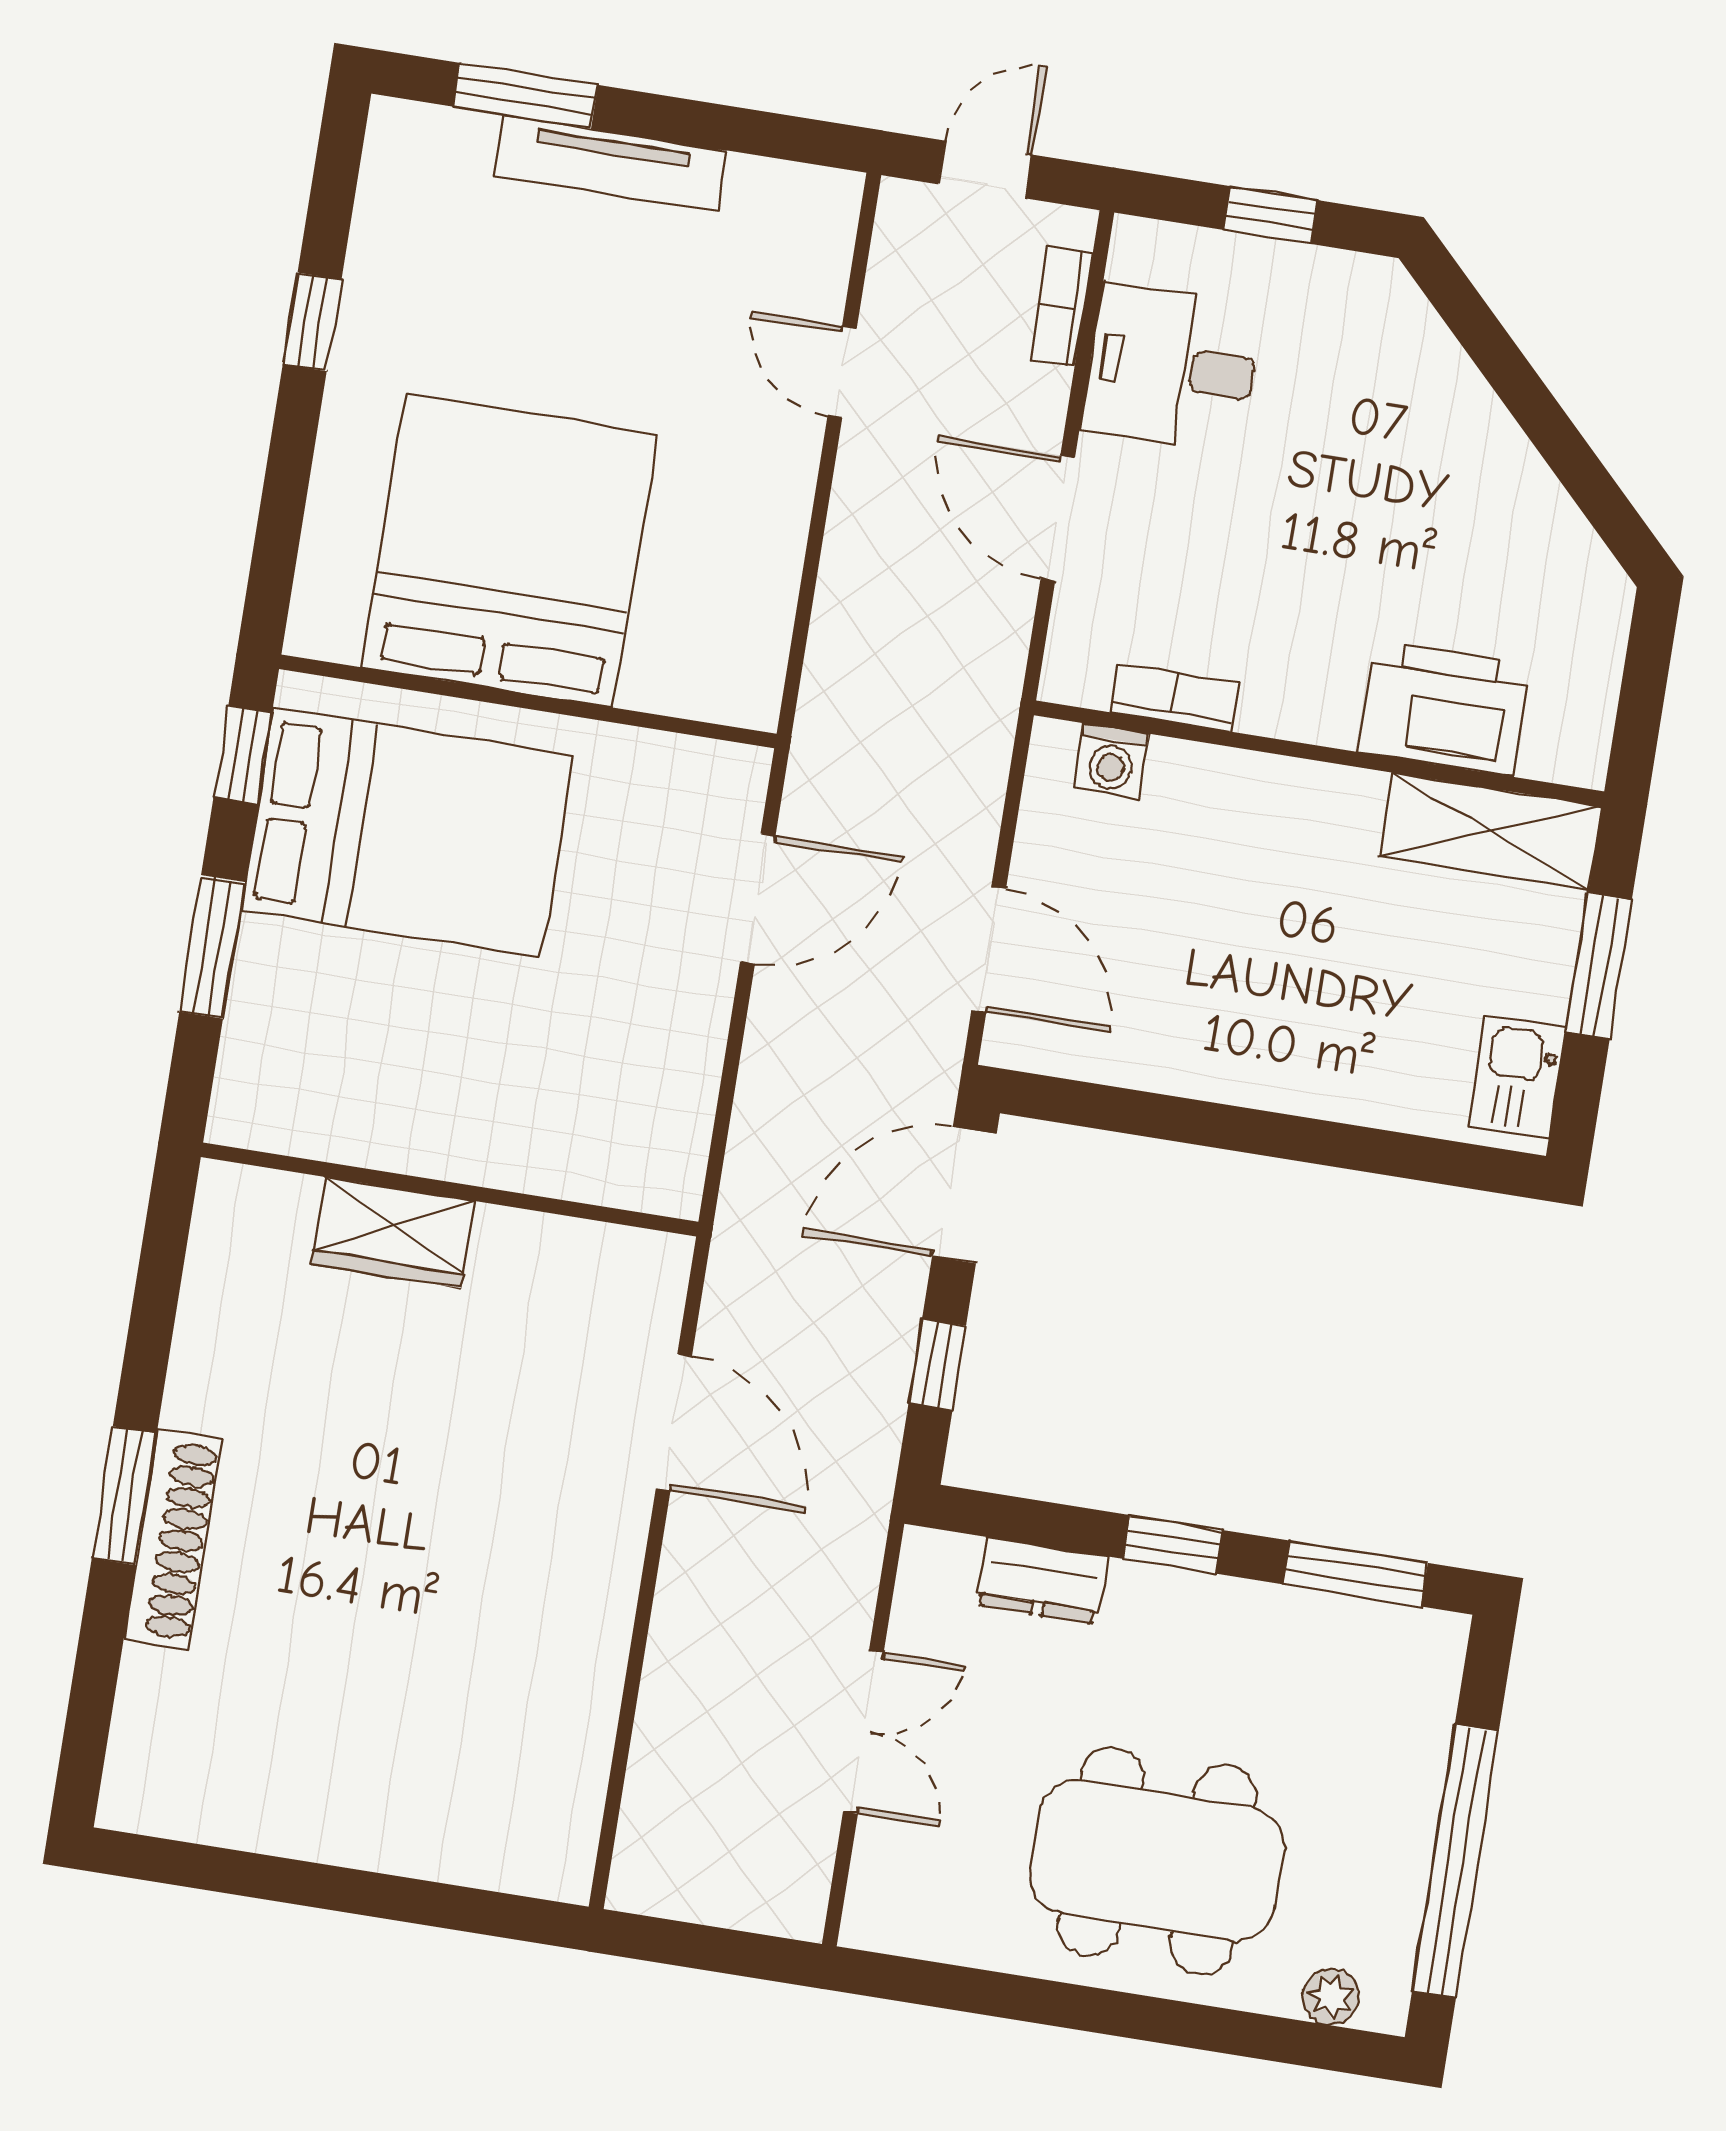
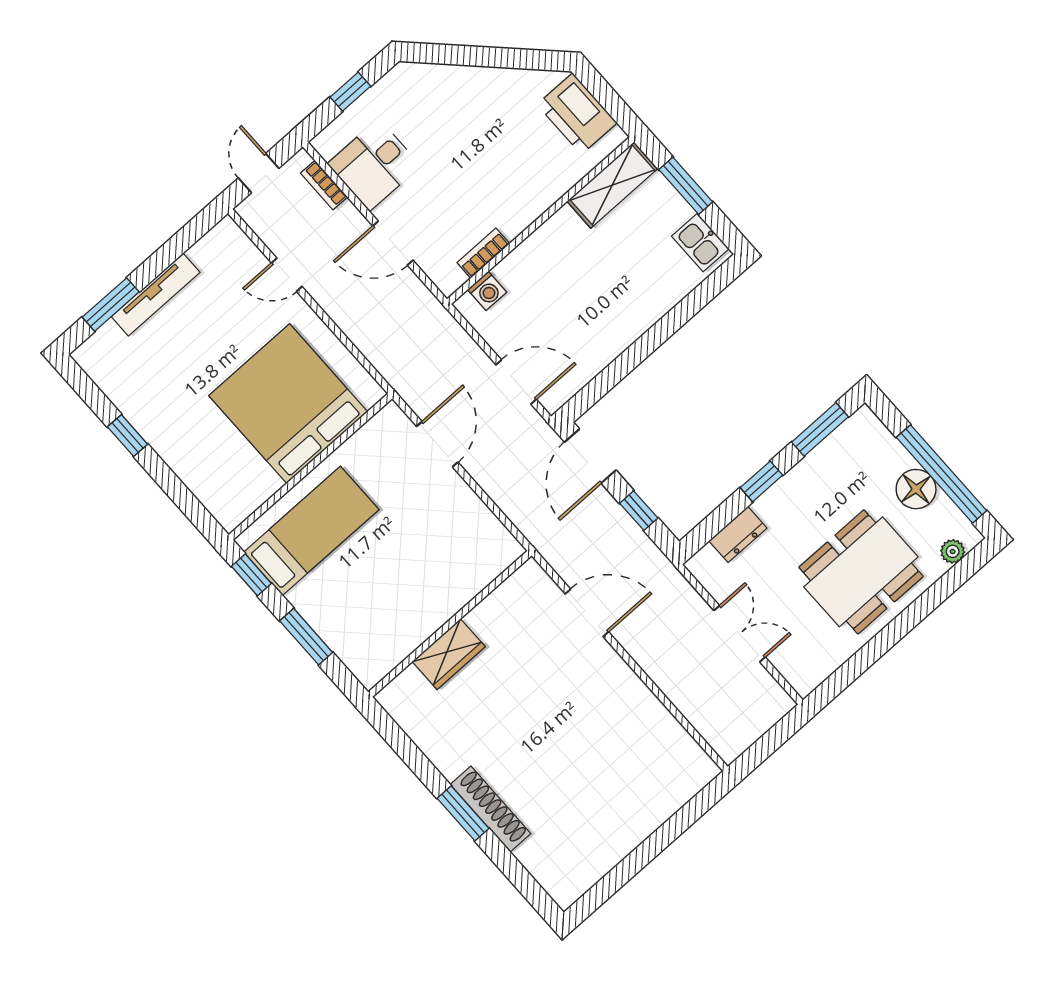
bed: (509, 551) -> (288, 404), moved
printer: (1444, 709) -> (577, 114), moved, turned -90
bed: (407, 832) -> (311, 531), width x0.67
floor lamp: (1390, 1837) -> (916, 489), added

